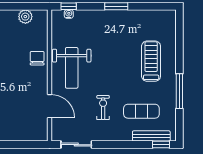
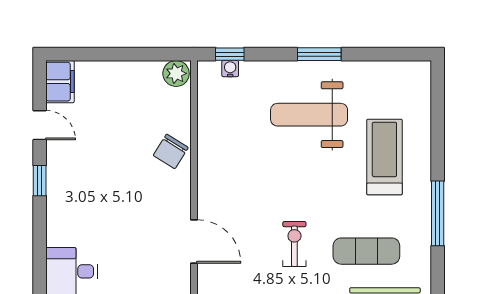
plant: (25, 17) -> (176, 73), moved
chair: (37, 58) -> (171, 151), turned -148
weight bench: (72, 68) -> (309, 115), moved, turned 90

